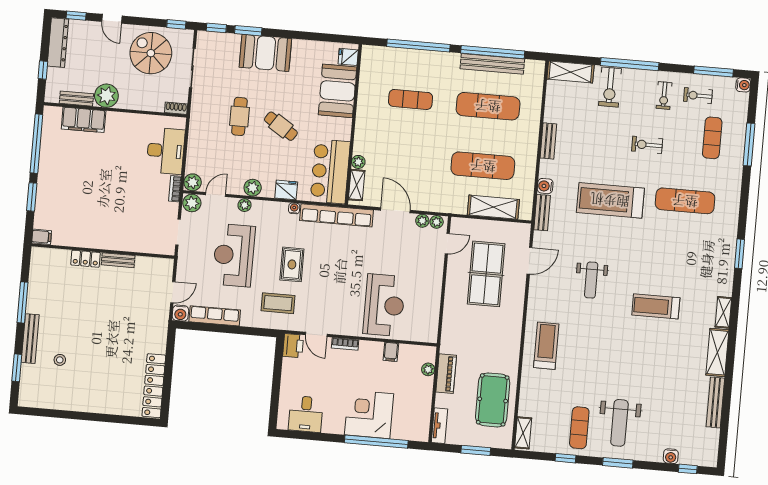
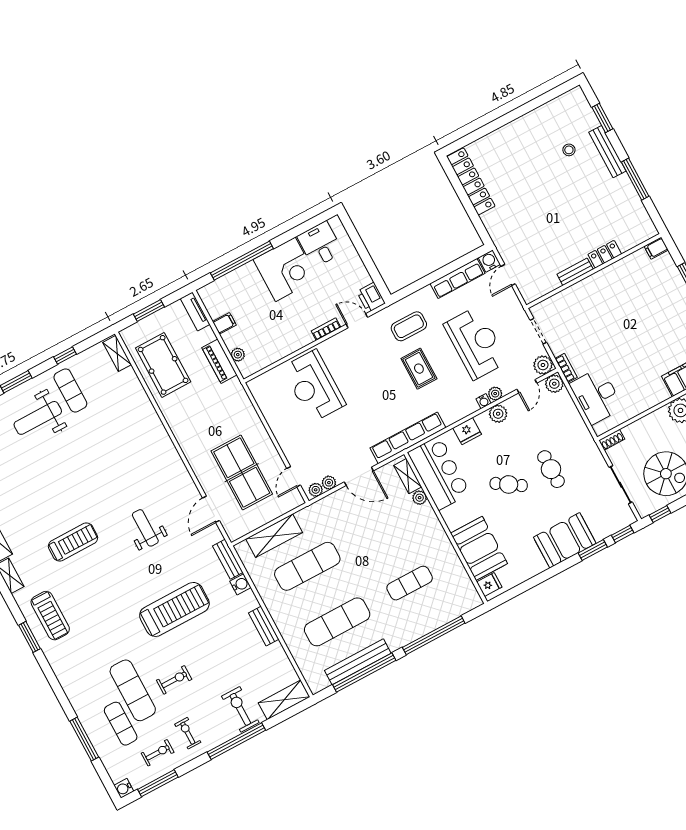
exercise mat: (685, 201) -> (133, 690), moved, turned 90
water cooler: (294, 208) -> (484, 401), moved
treadmill: (546, 346) -> (50, 616), moved
filing cabinet: (391, 352) -> (224, 323), moved, turned 90
corner desk: (369, 414) -> (285, 269), moved
weight bench: (619, 423) -> (38, 418), turned -90

